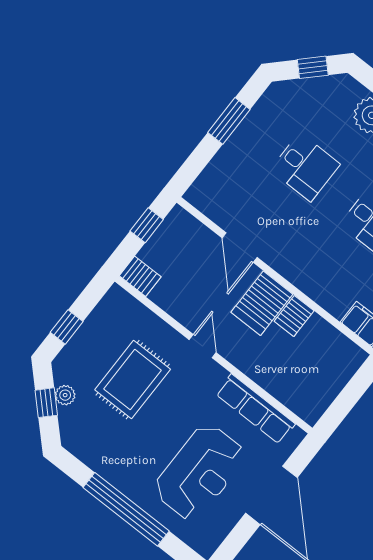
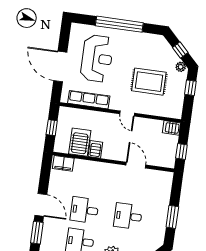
server rack: (262, 303) -> (80, 142), moved
rug: (133, 380) -> (149, 82), turned 90
plant: (65, 395) -> (181, 67), moved
window: (348, 398) -> (52, 128), added
reception desk: (200, 472) -> (97, 59), turned 180

